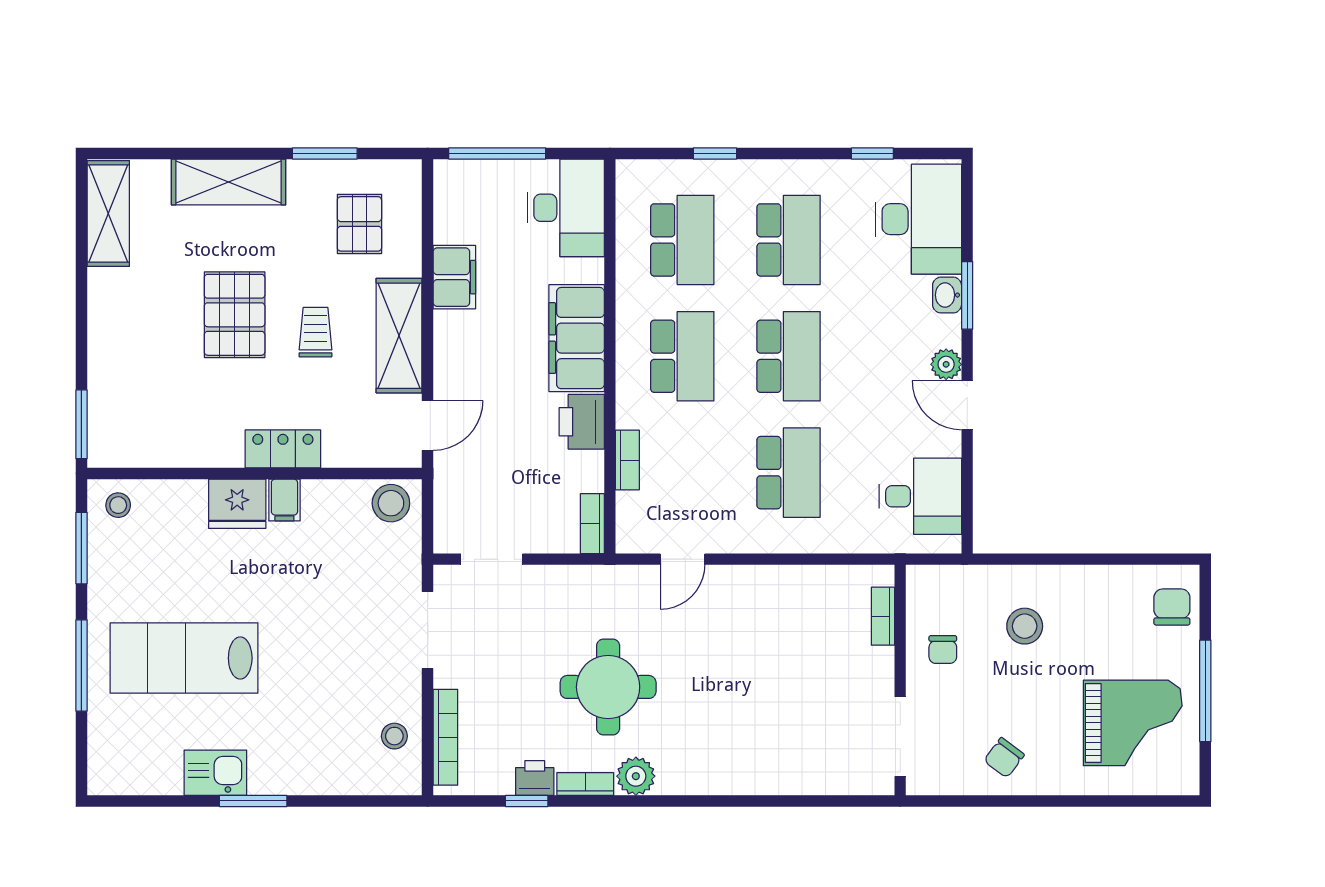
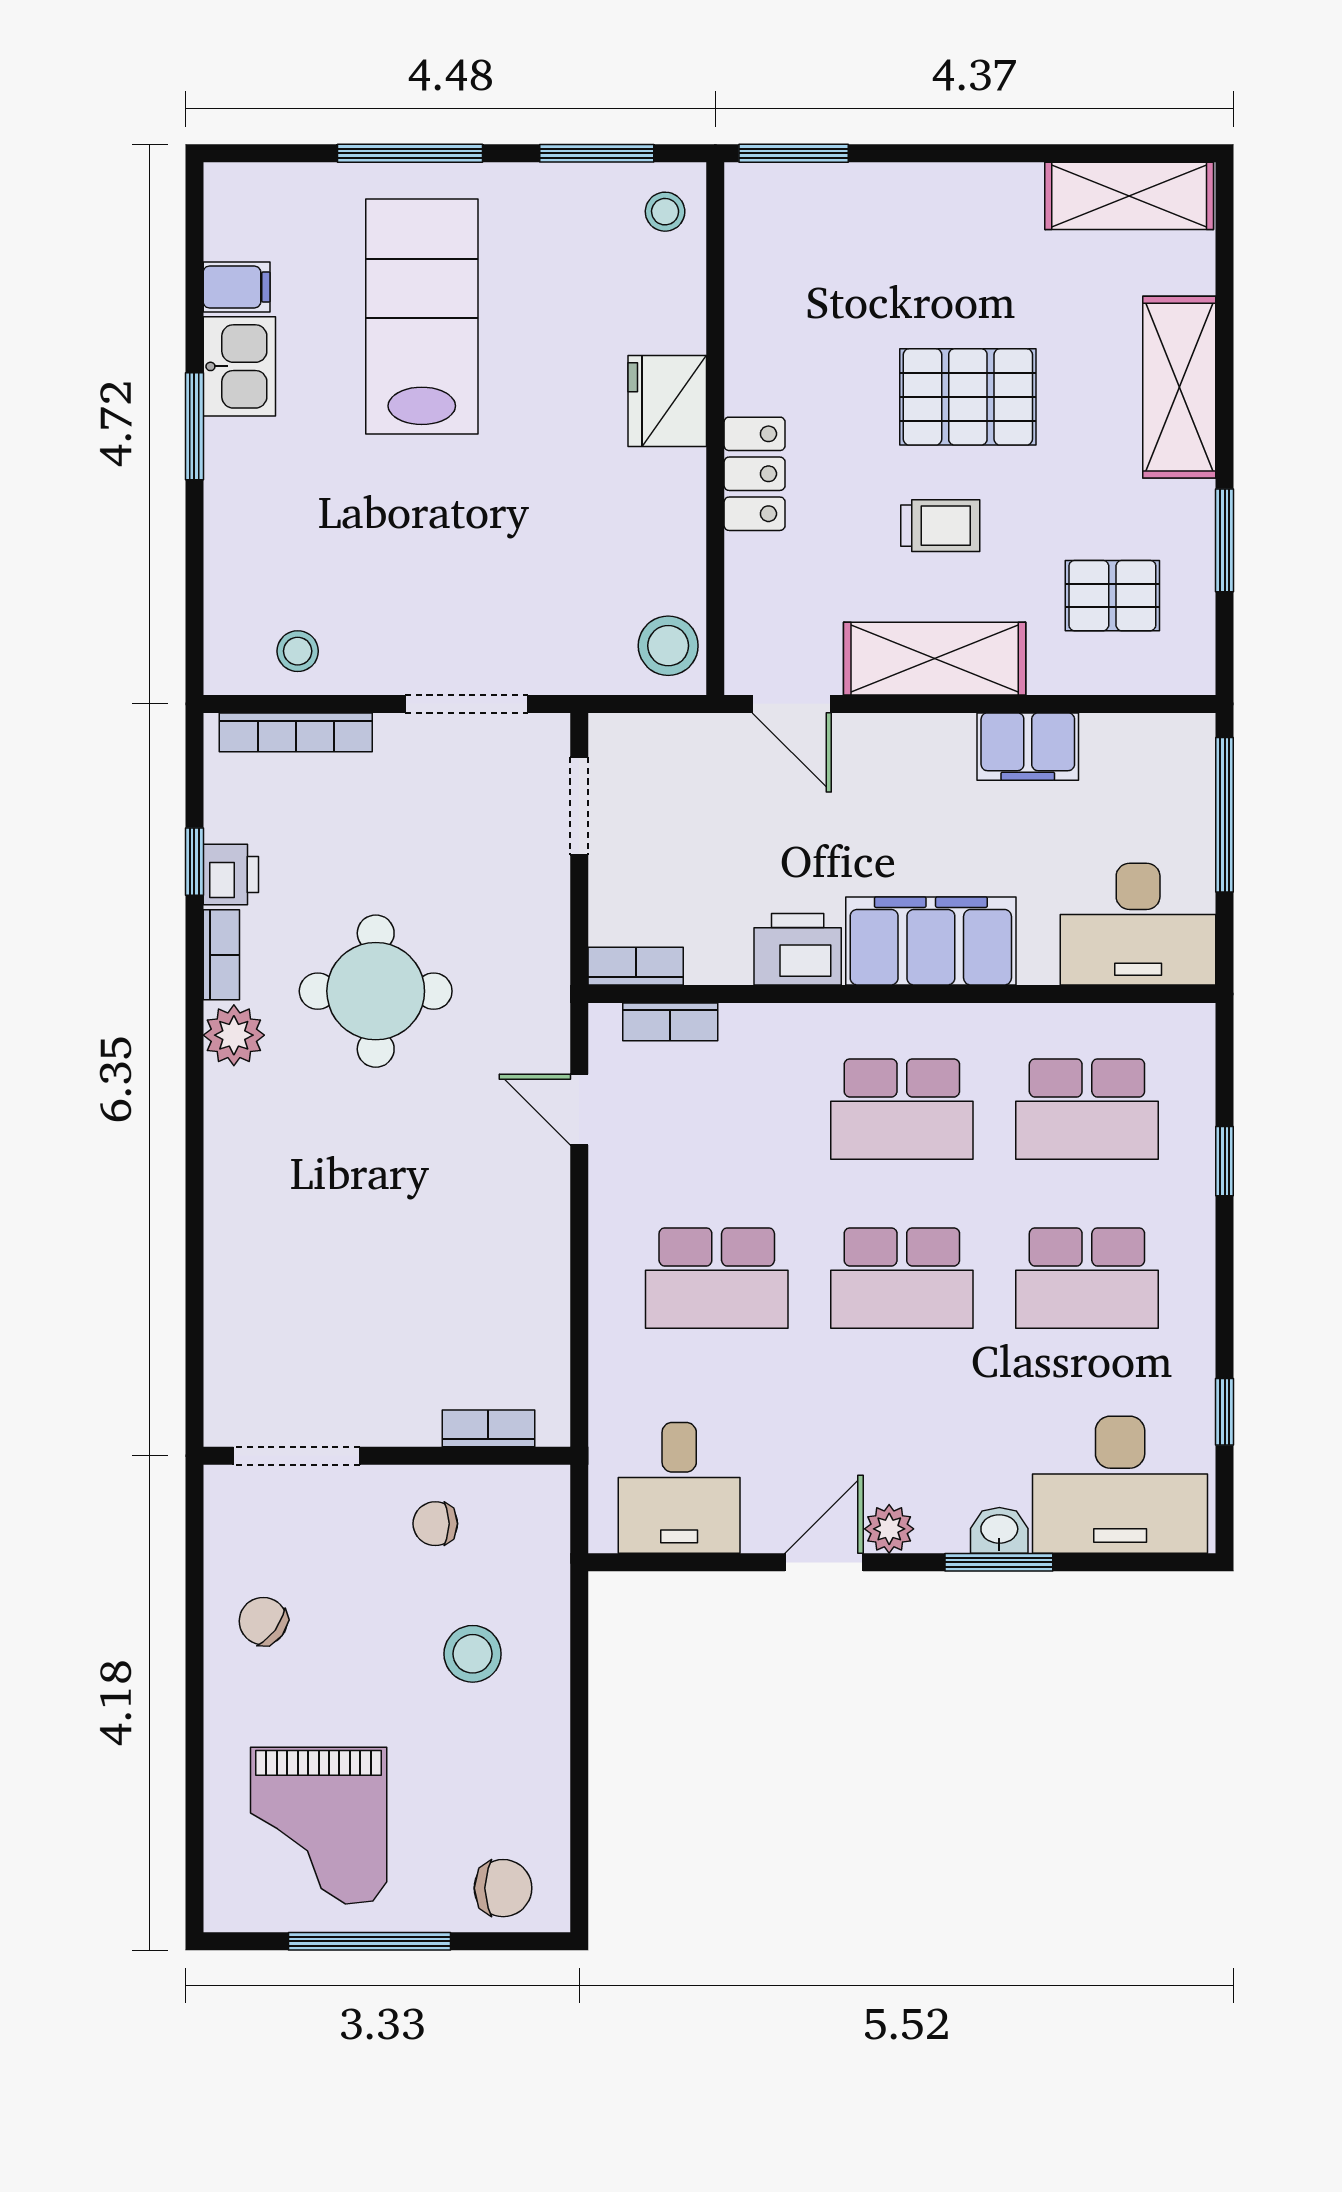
bookcase: (627, 460) -> (670, 1022), moved
filing cabinet: (284, 500) -> (237, 287), moved, turned 180

